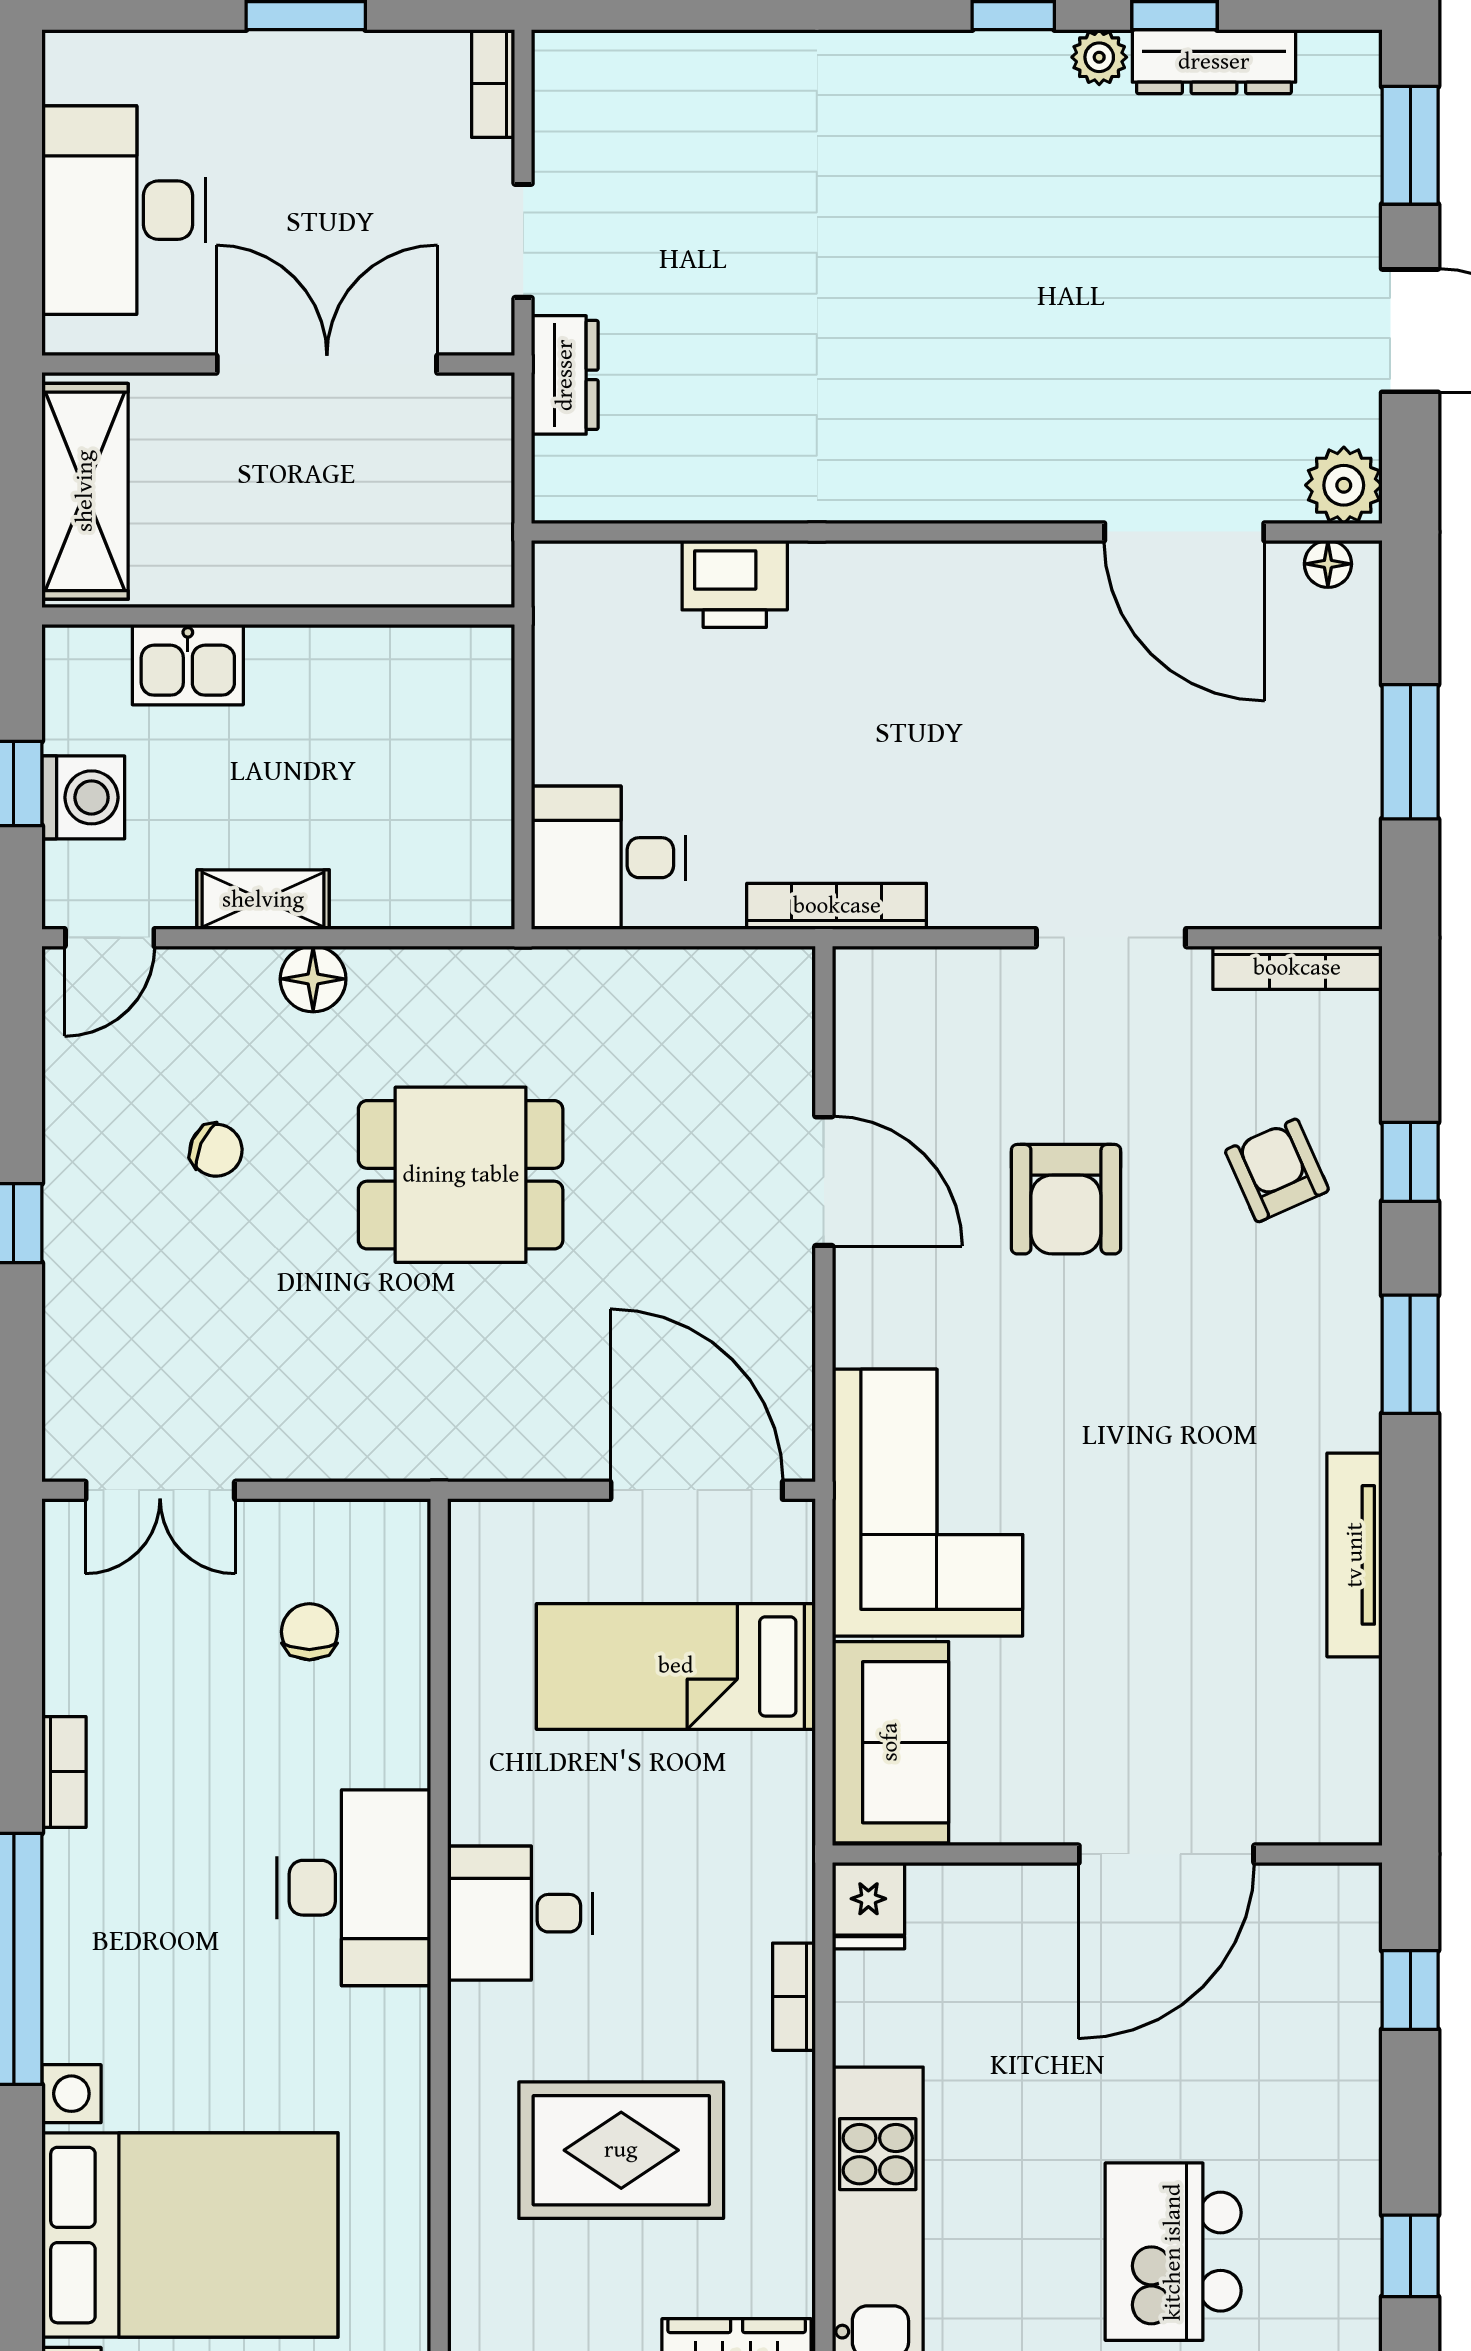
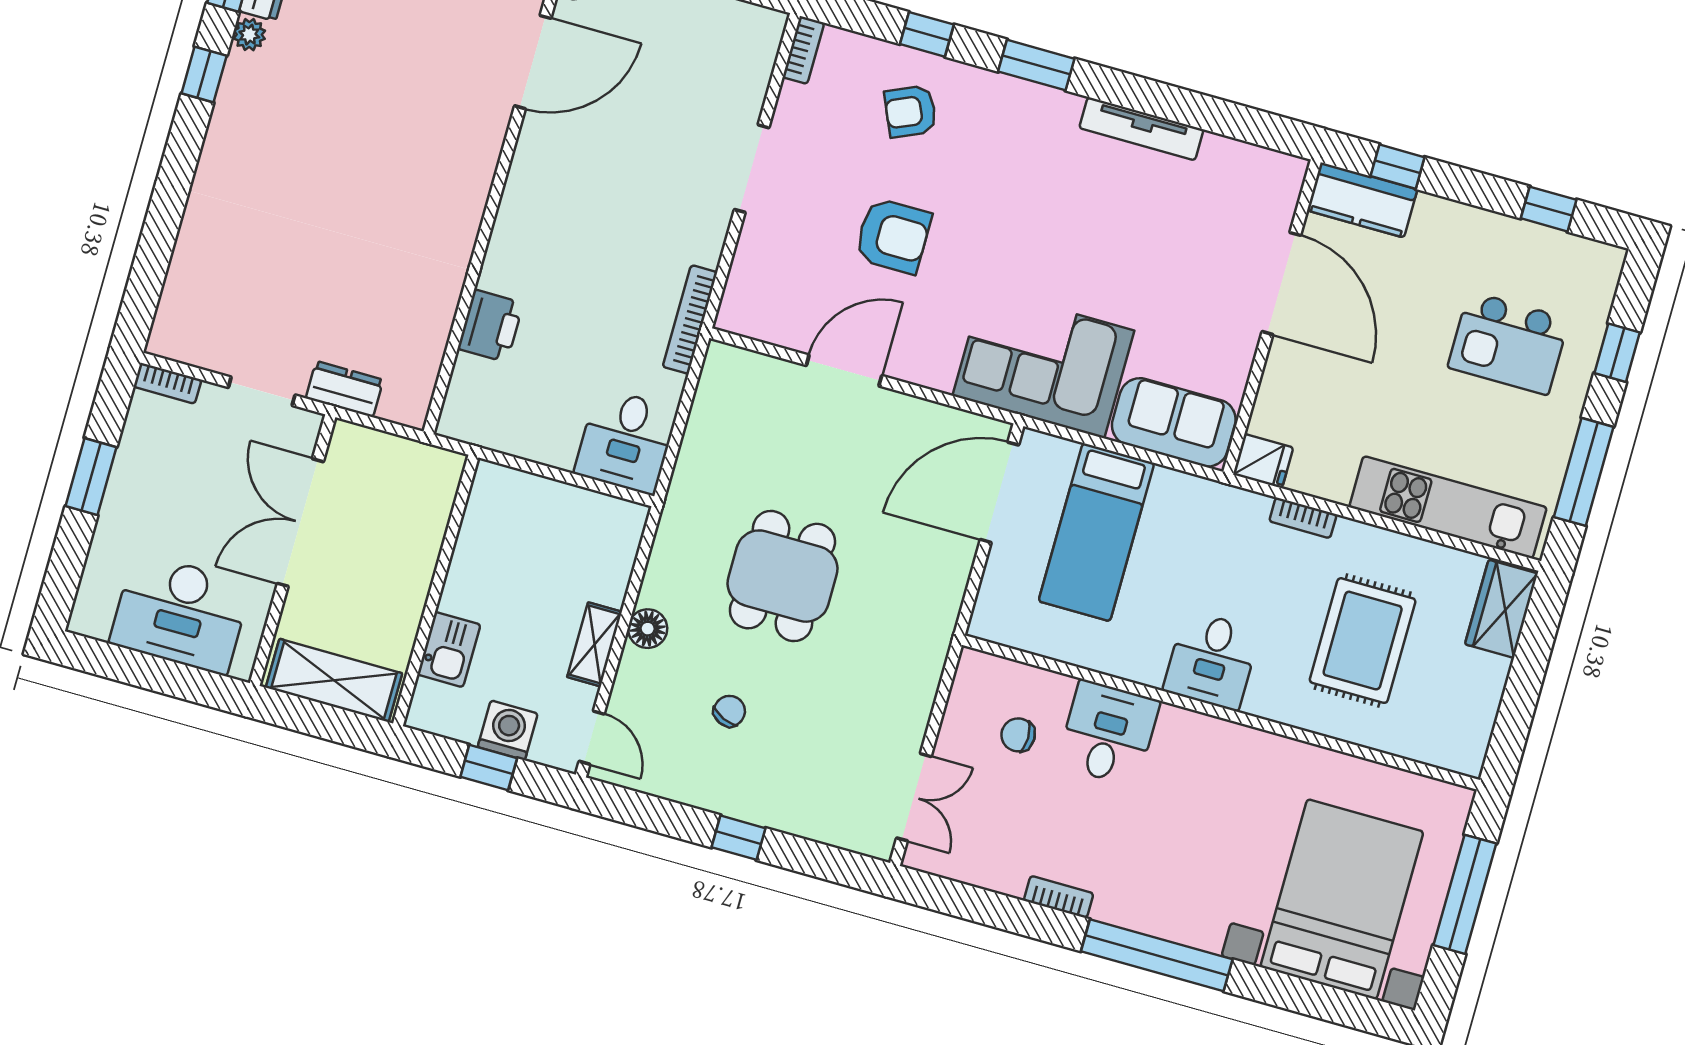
bookcase: (1297, 968) -> (803, 50), width x0.64
desk: (354, 1888) -> (1108, 733), moved, width x0.73
kitchen counter: (1339, 1948) -> (1362, 200), added

